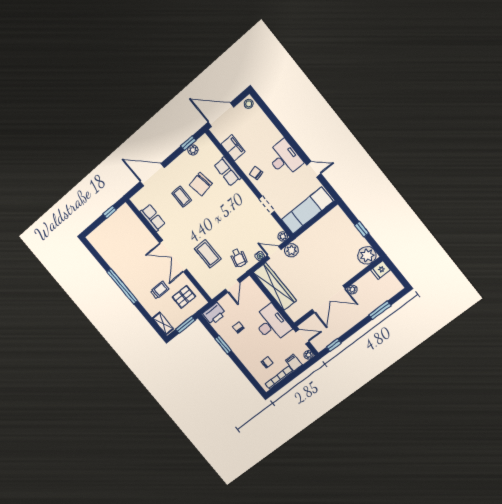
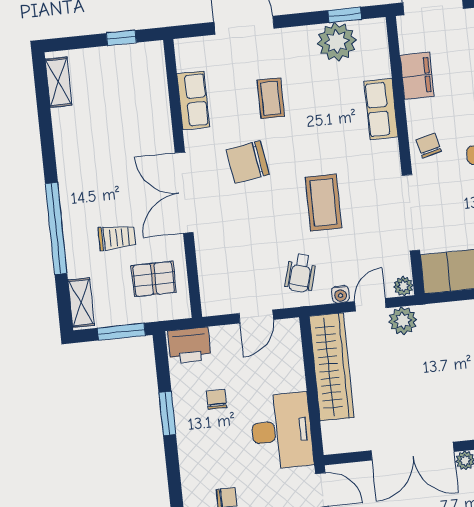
plant: (193, 150) -> (337, 42), width x1.88, depth x1.88
chair: (201, 184) -> (248, 162), moved
doorway: (267, 205) -> (411, 213), width x1.88
shelving: (98, 245) -> (58, 82), added
door: (274, 252) -> (370, 305), hinge flipped
coffee table: (208, 254) -> (323, 203), moved
window: (122, 286) -> (56, 228), moved

